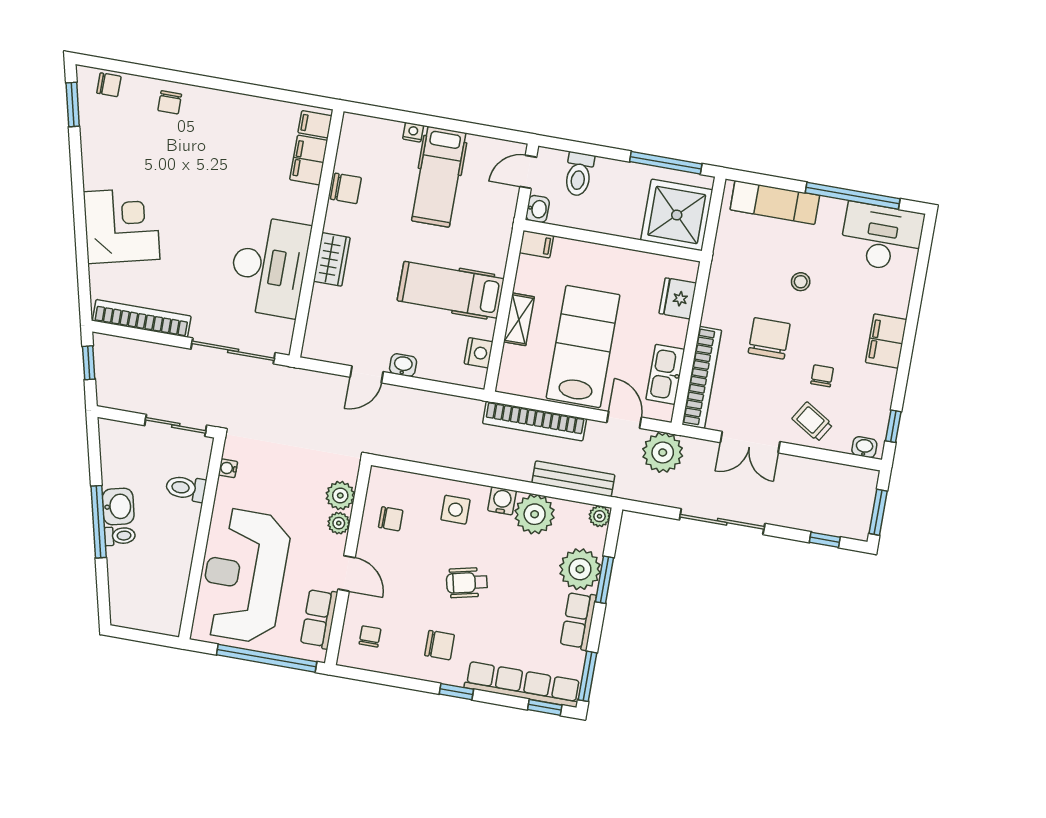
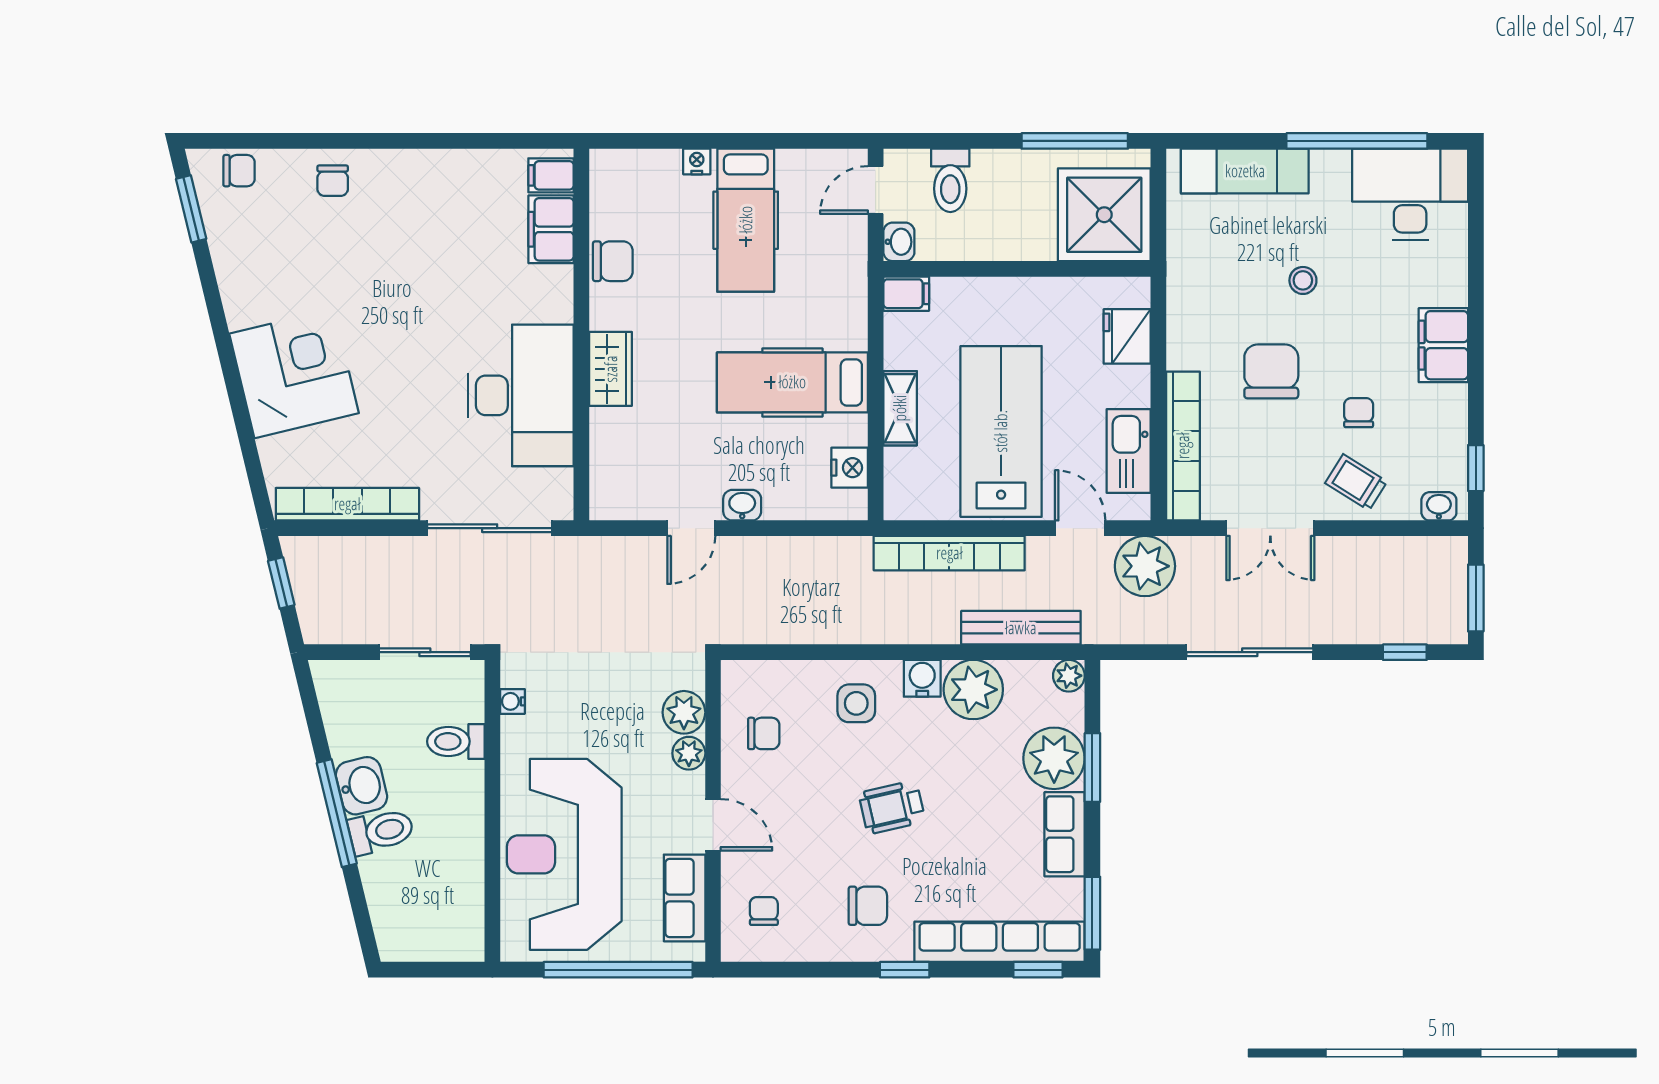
toilet: (120, 536) -> (381, 831), width x1.37, depth x1.39

